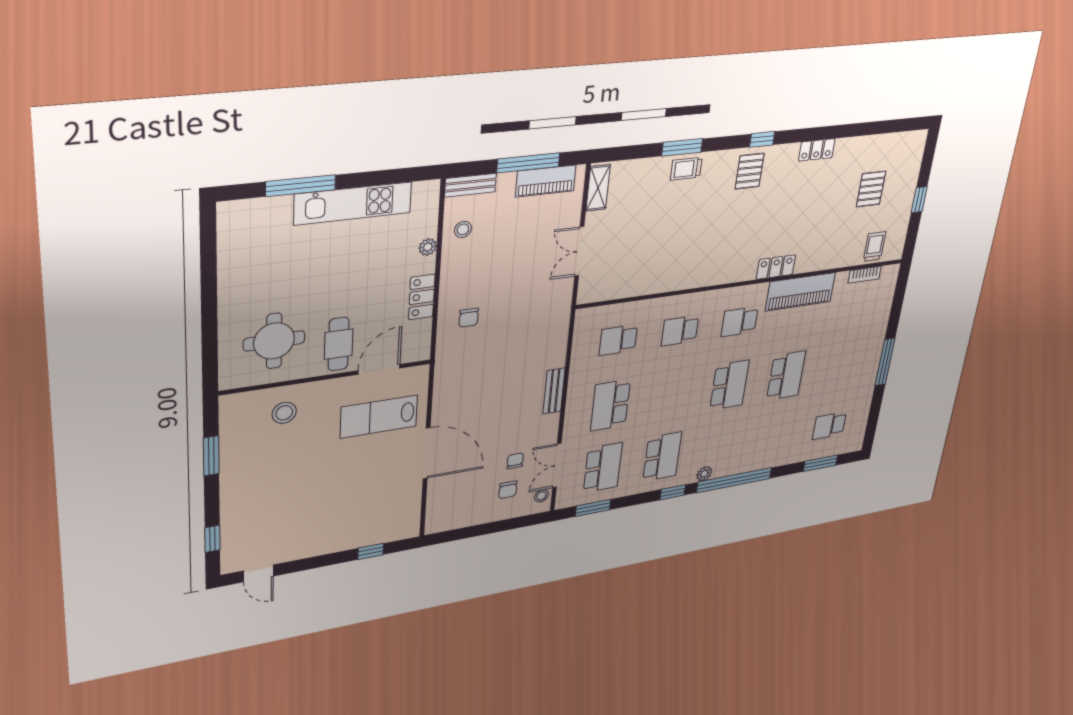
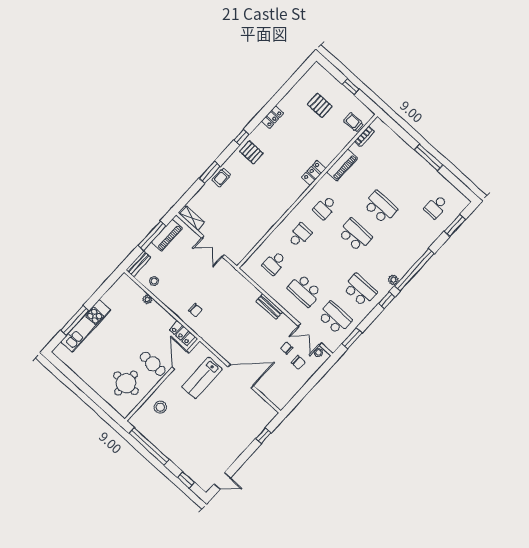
kitchen unit: (353, 203) -> (86, 326), moved
piano: (800, 292) -> (342, 165), width x0.73, depth x0.75
locker: (422, 297) -> (182, 333), moved
school desk: (680, 331) -> (300, 235), turned 180
window: (211, 456) -> (149, 446), width x2.11

